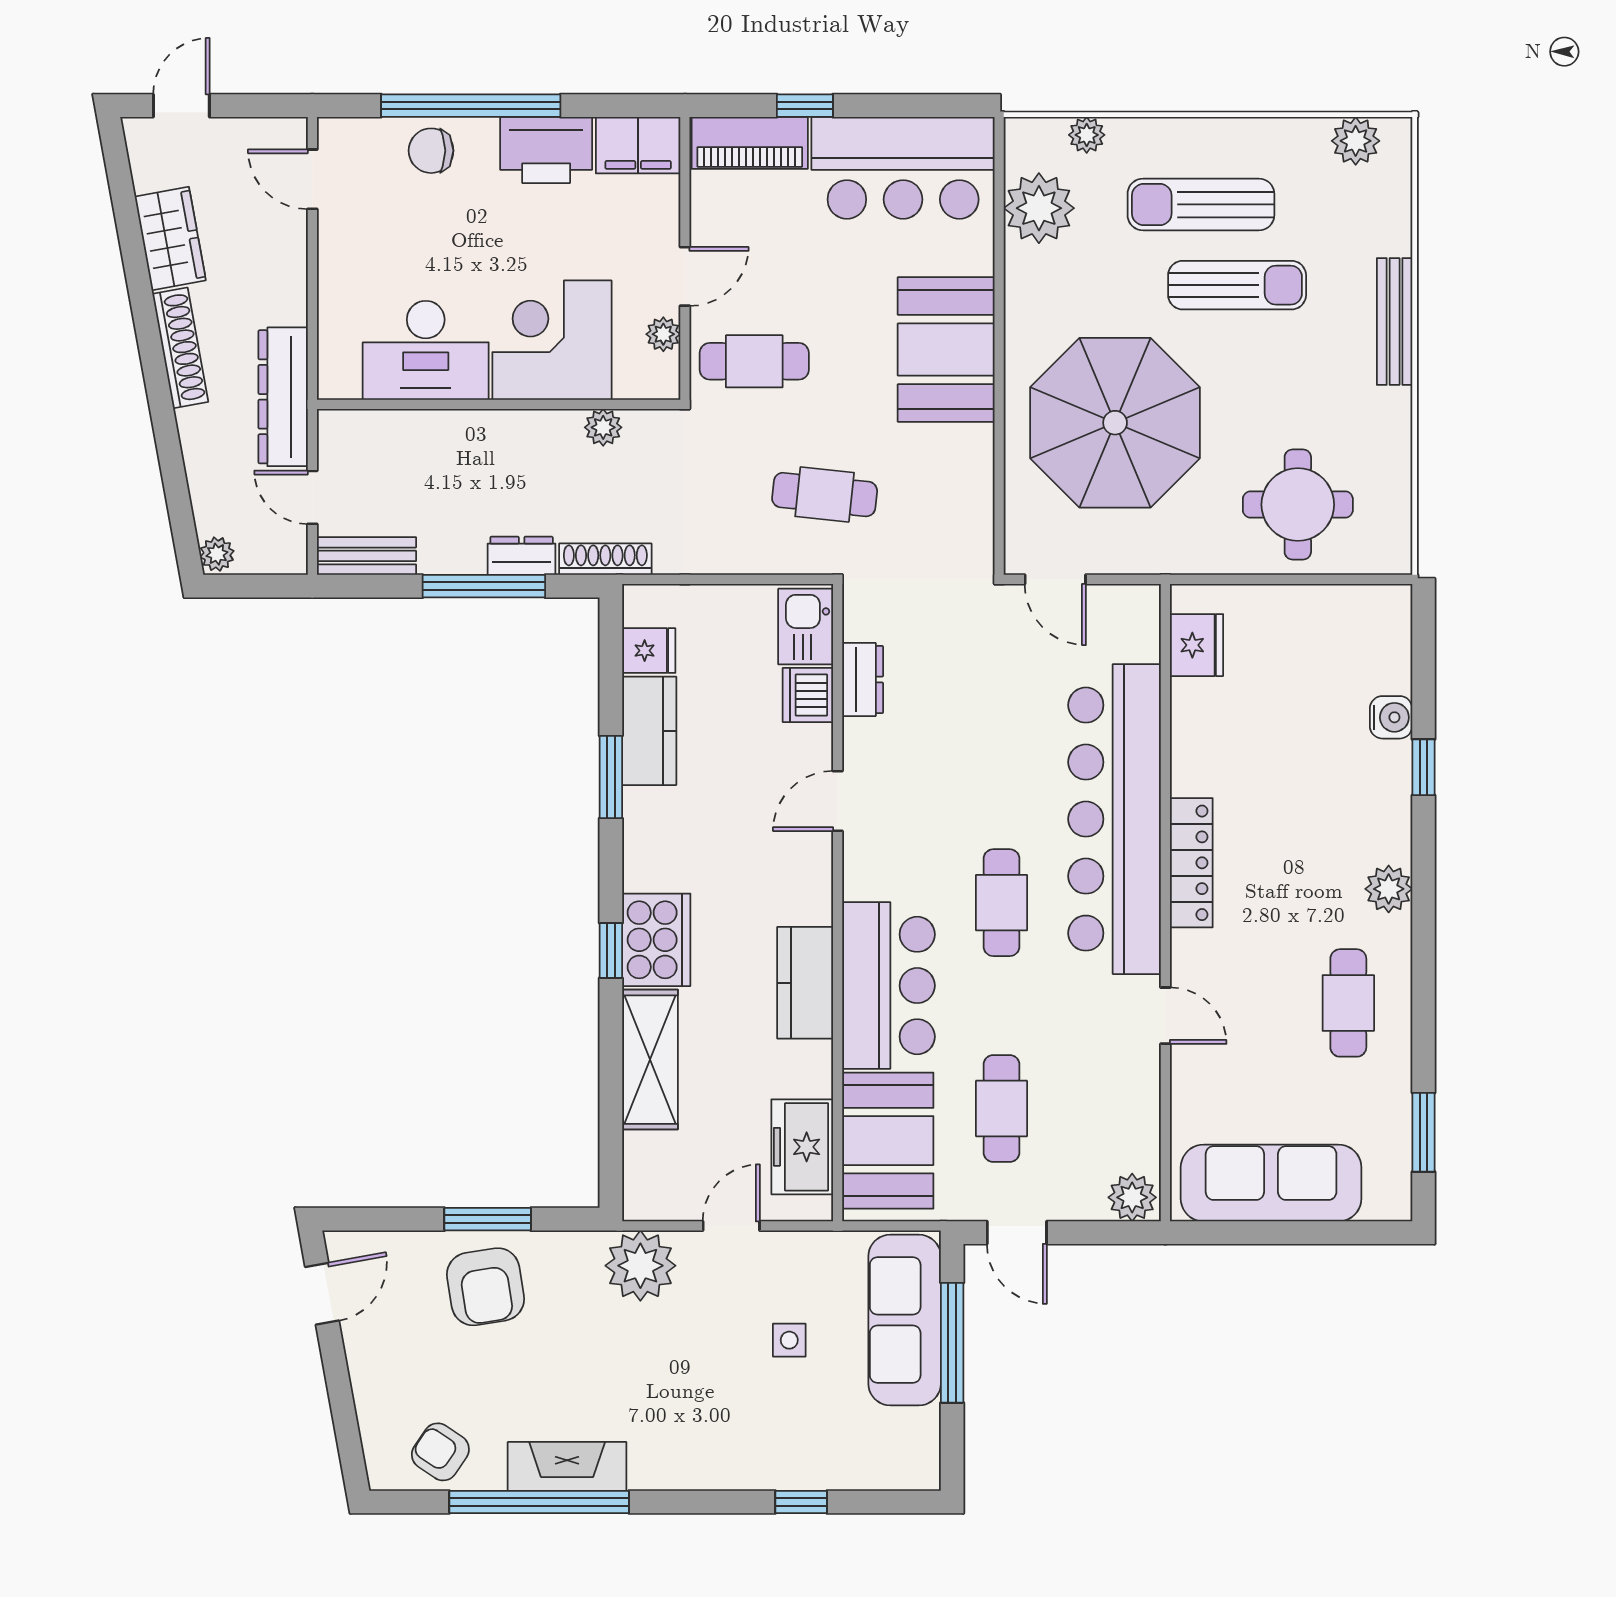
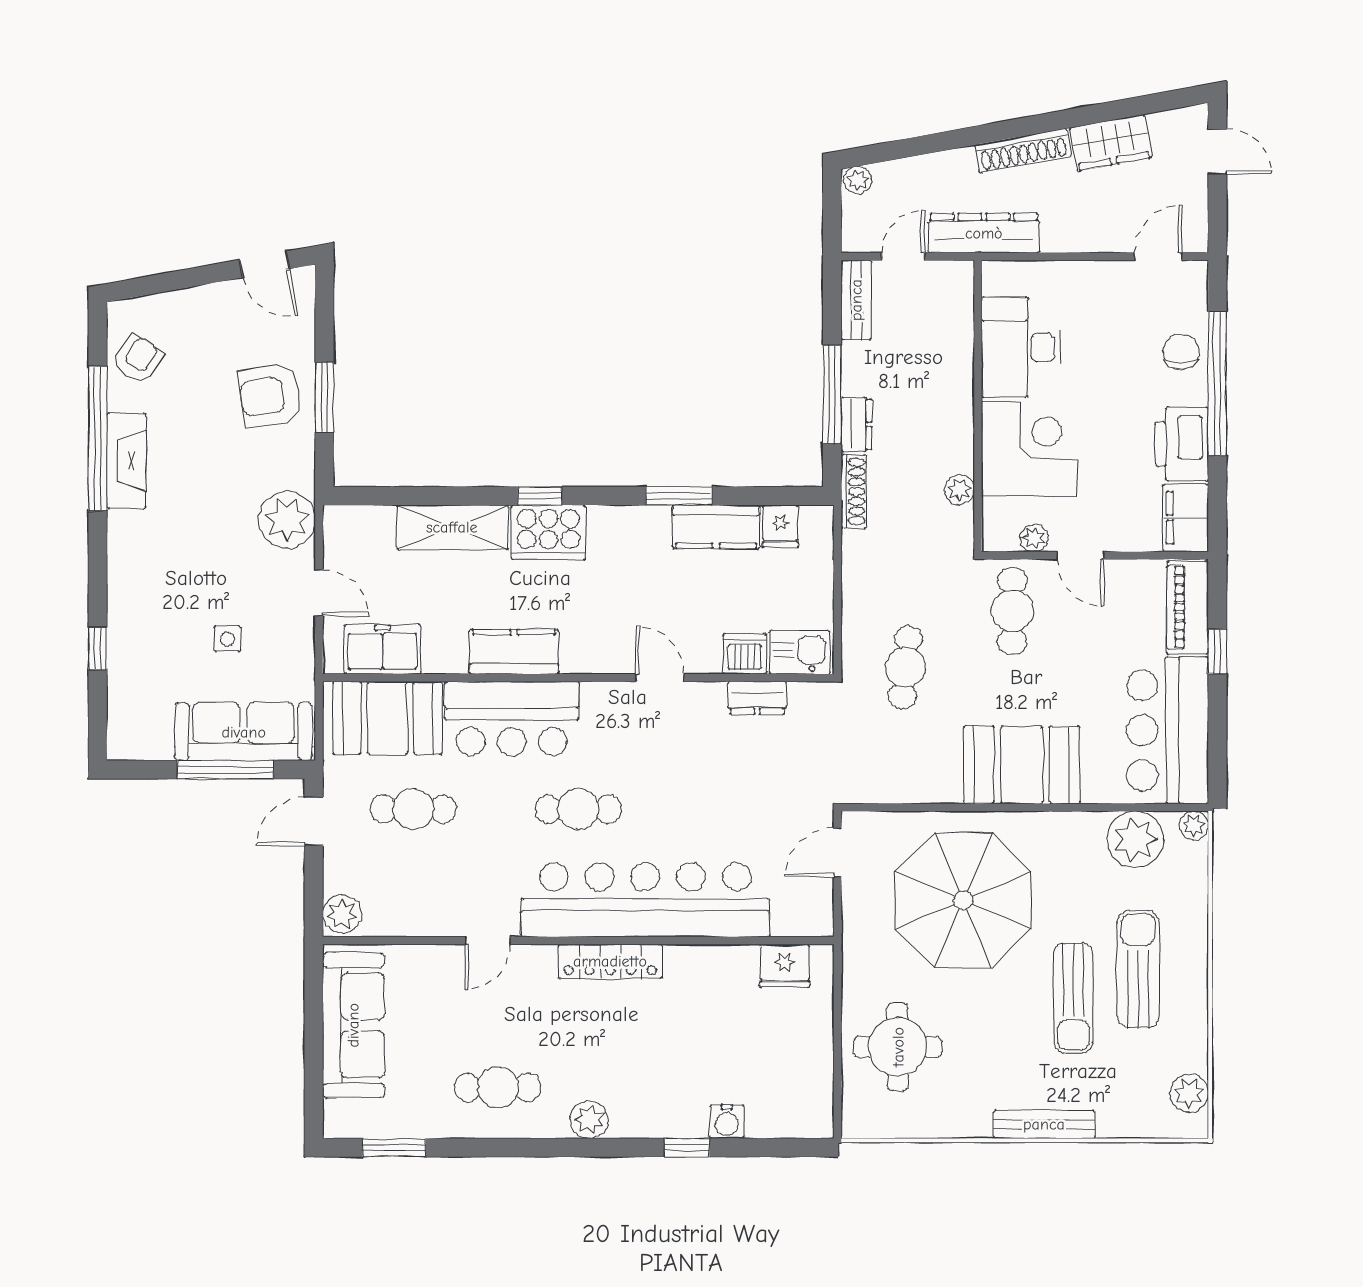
plant: (1087, 135) -> (1194, 825), moved

